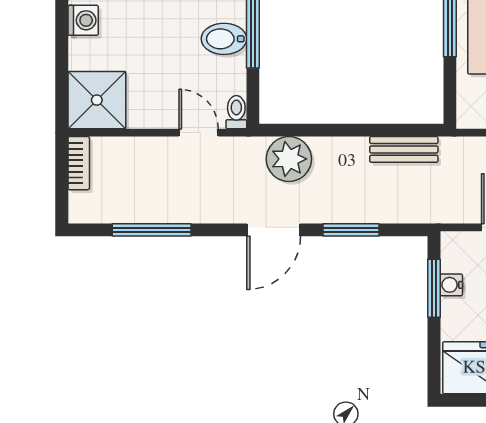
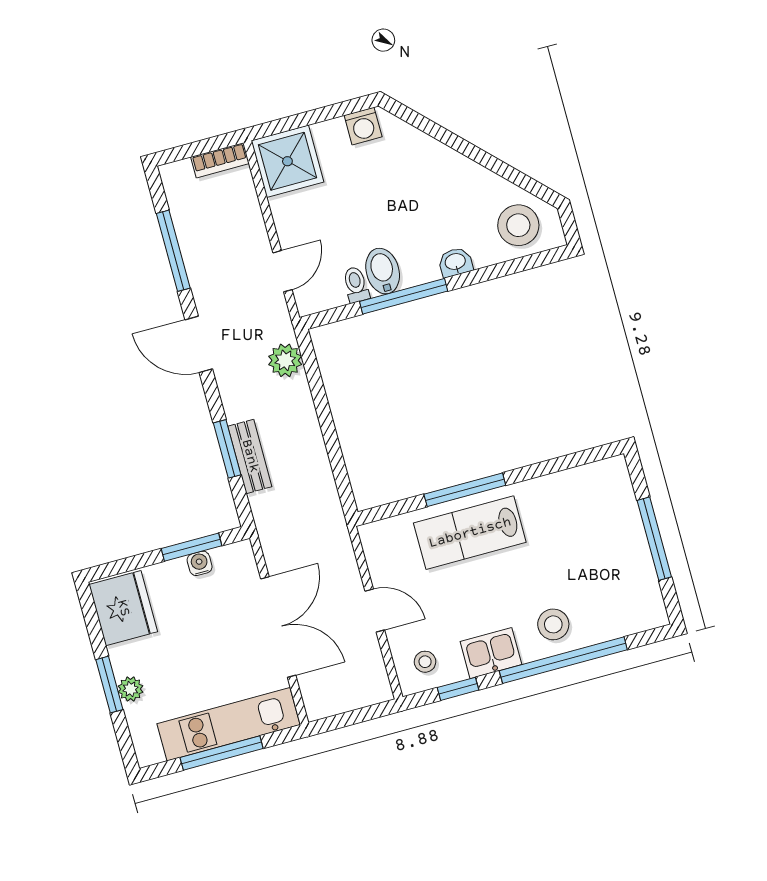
toilet: (236, 112) -> (356, 285), moved, turned -90
bench: (404, 149) -> (250, 456), moved
plant: (289, 159) -> (285, 360), width x0.73, depth x0.73
door: (274, 230) -> (199, 344), moved

